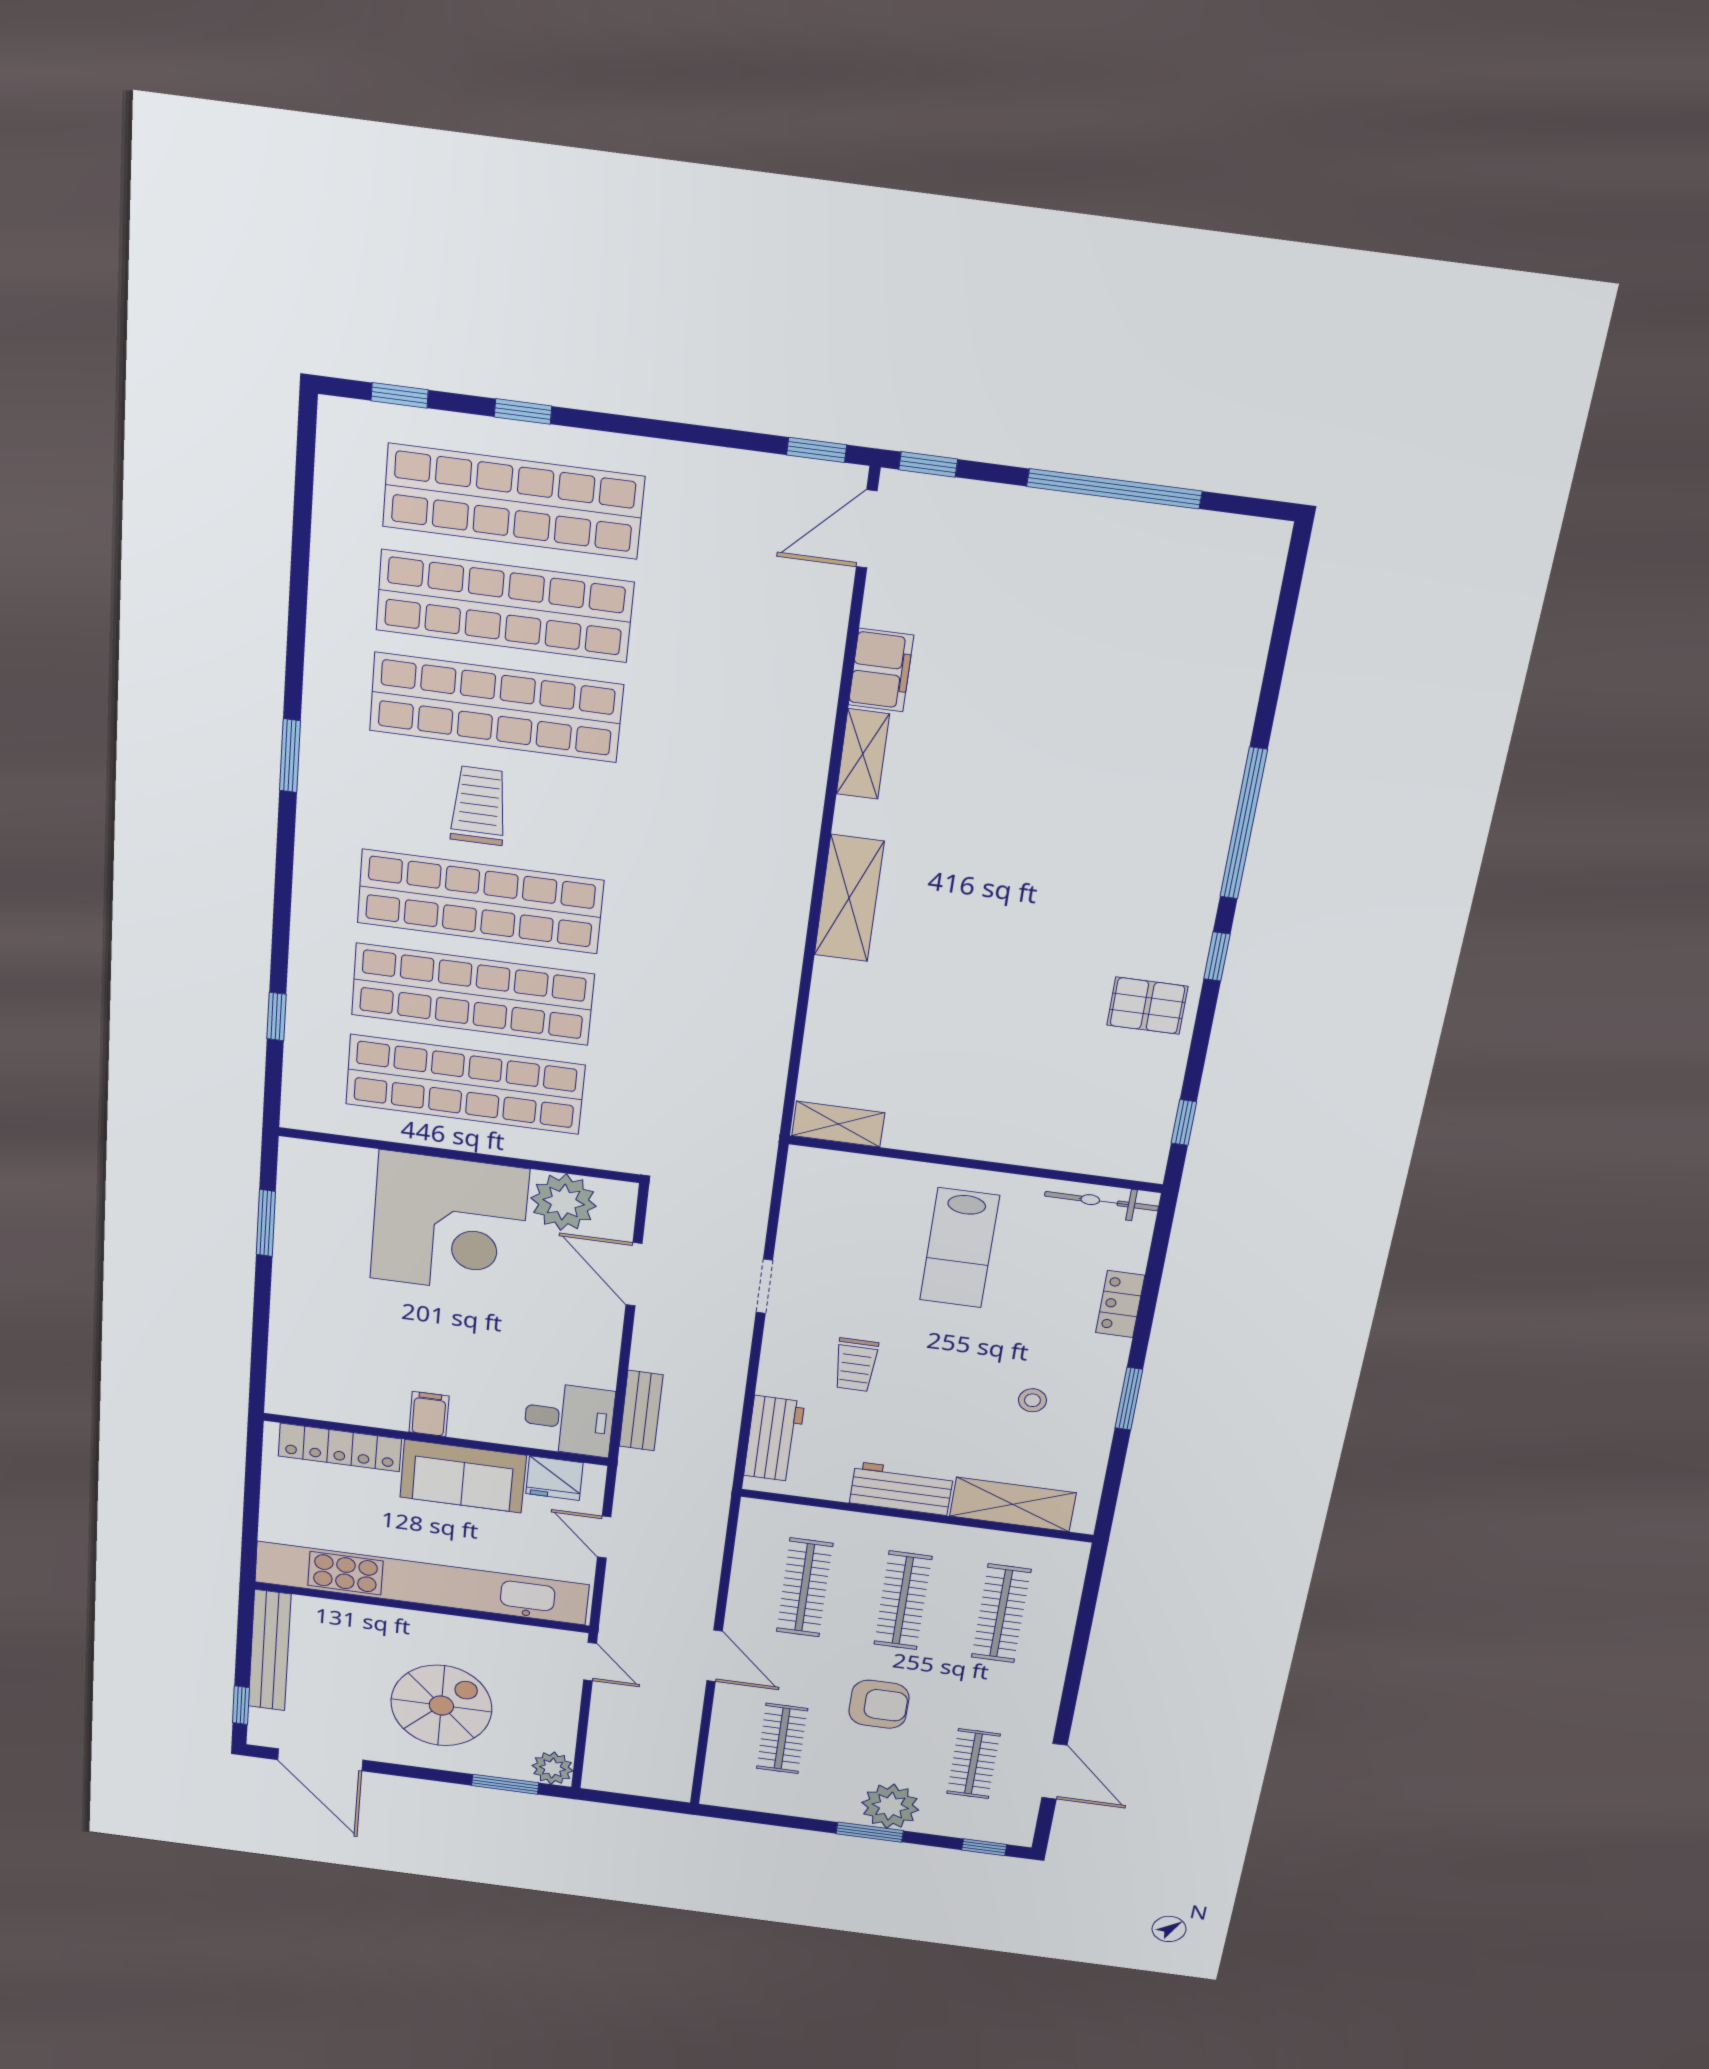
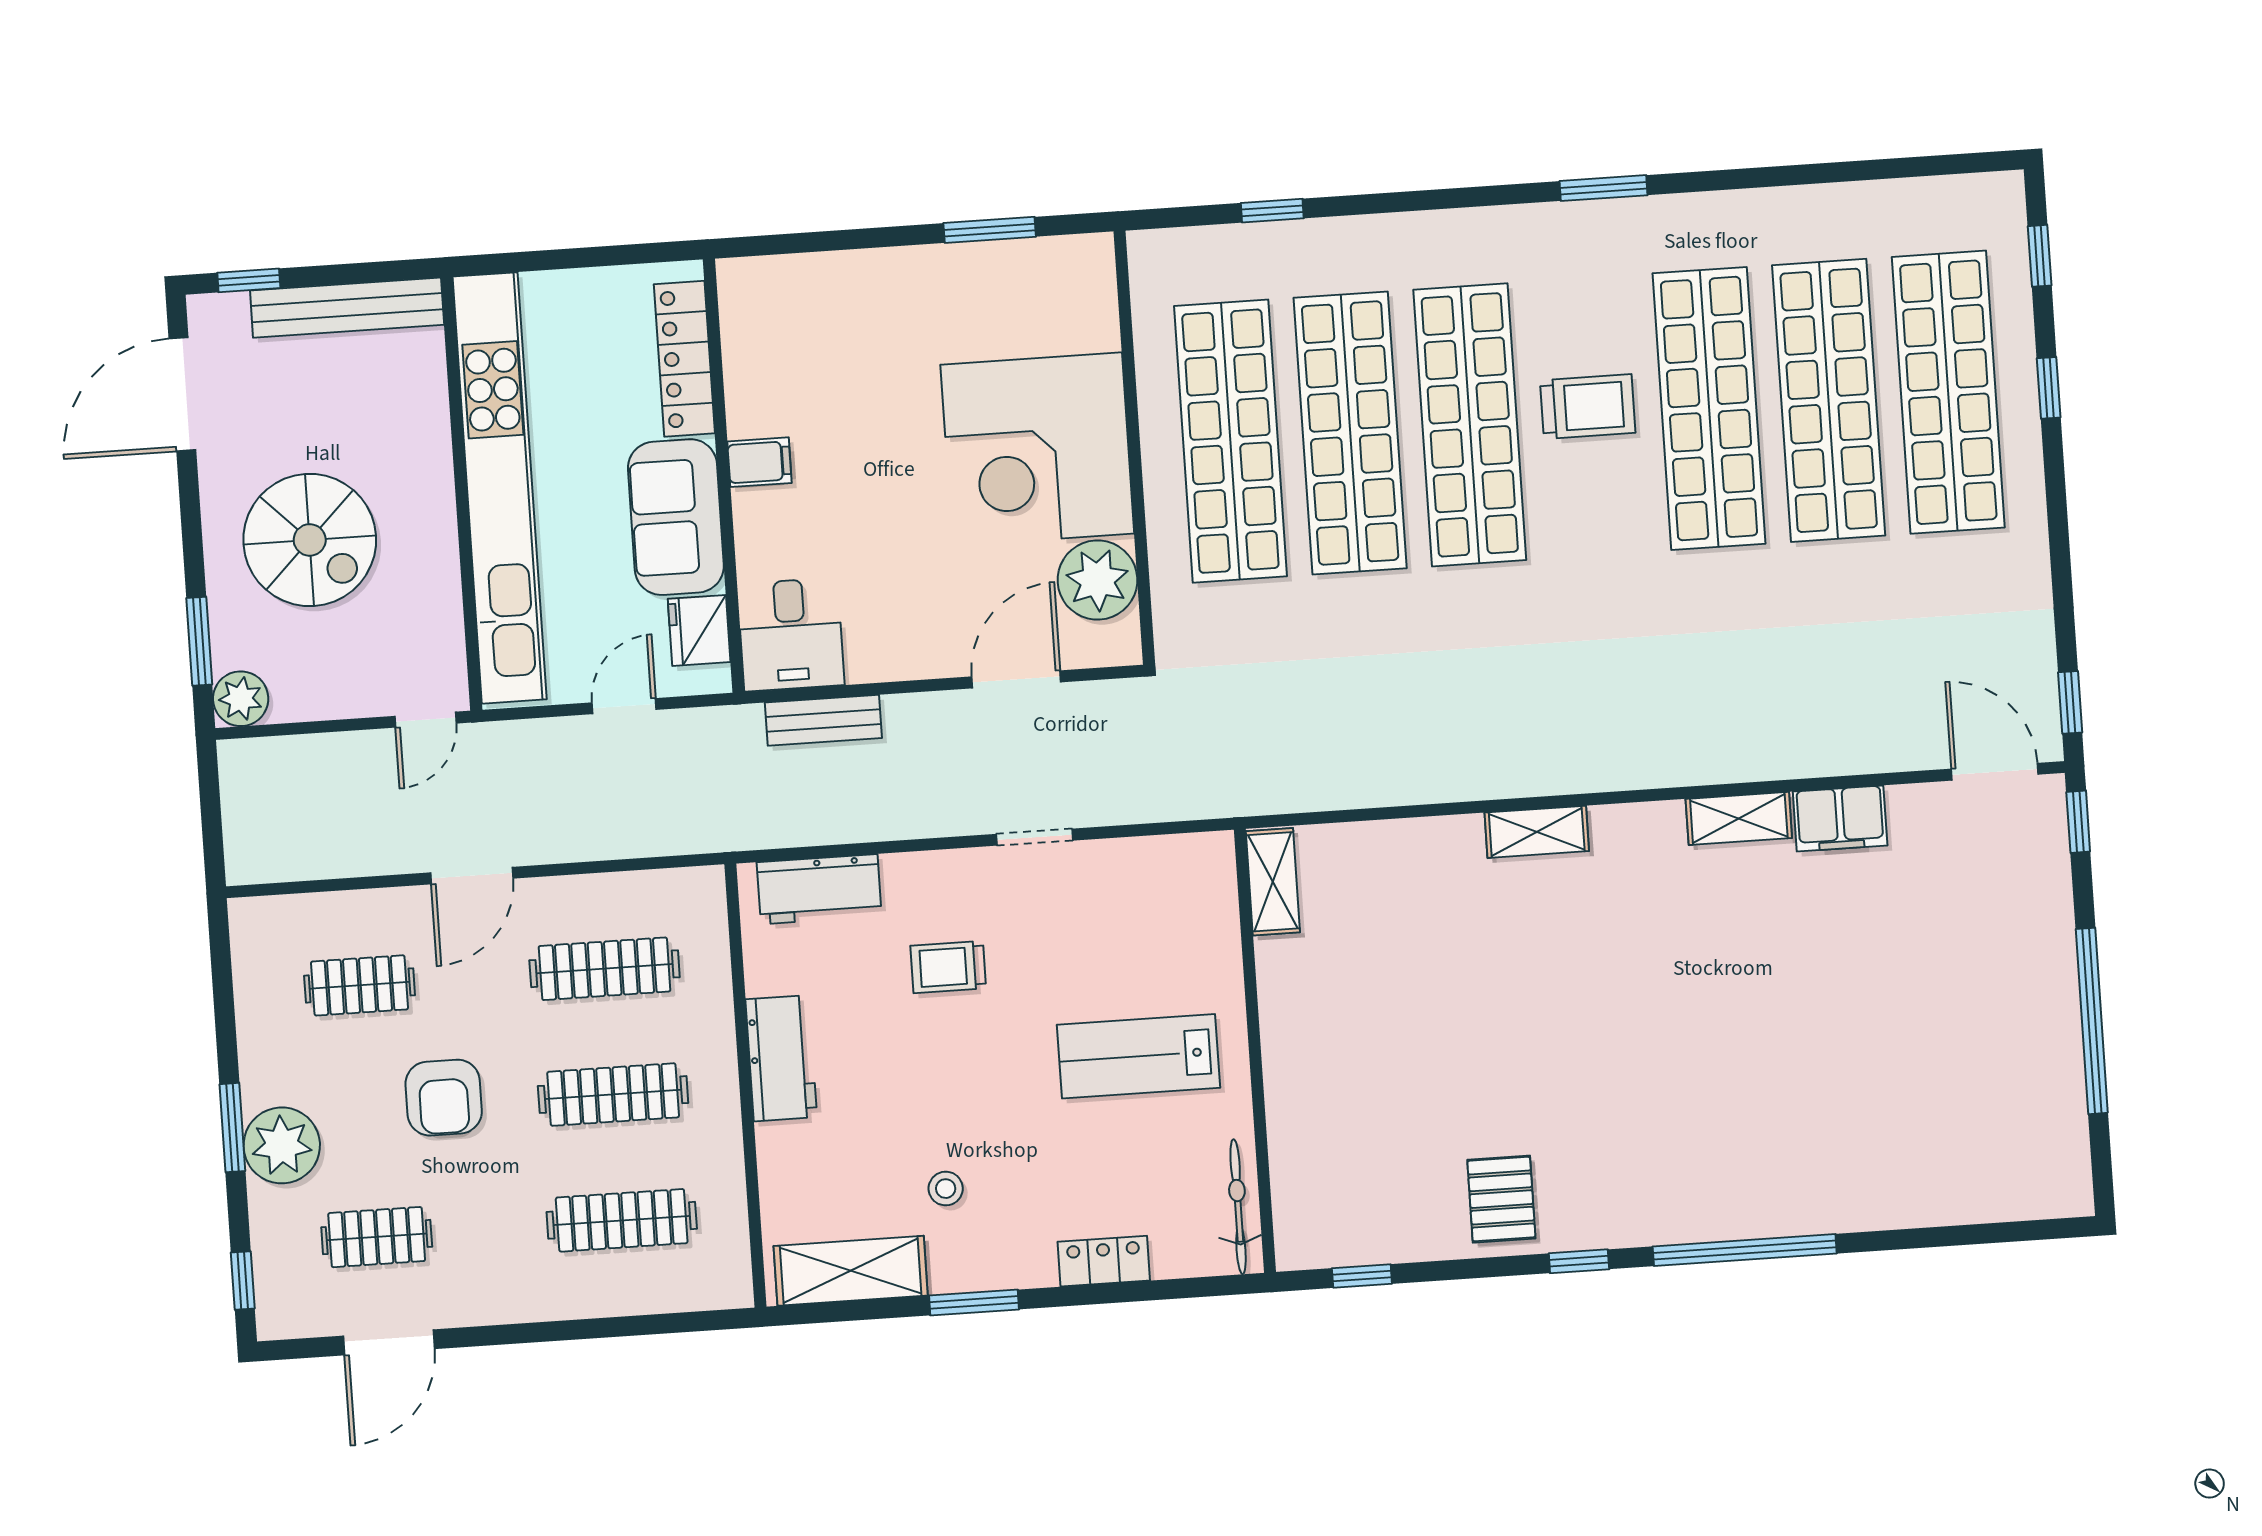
shelving: (849, 898) -> (1537, 832), width x0.67, depth x0.75
shelving: (1013, 1504) -> (851, 1271), moved, turned 90

